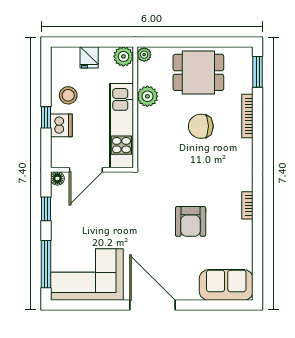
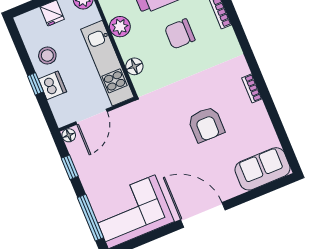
floor lamp: (146, 139) -> (134, 66), added

